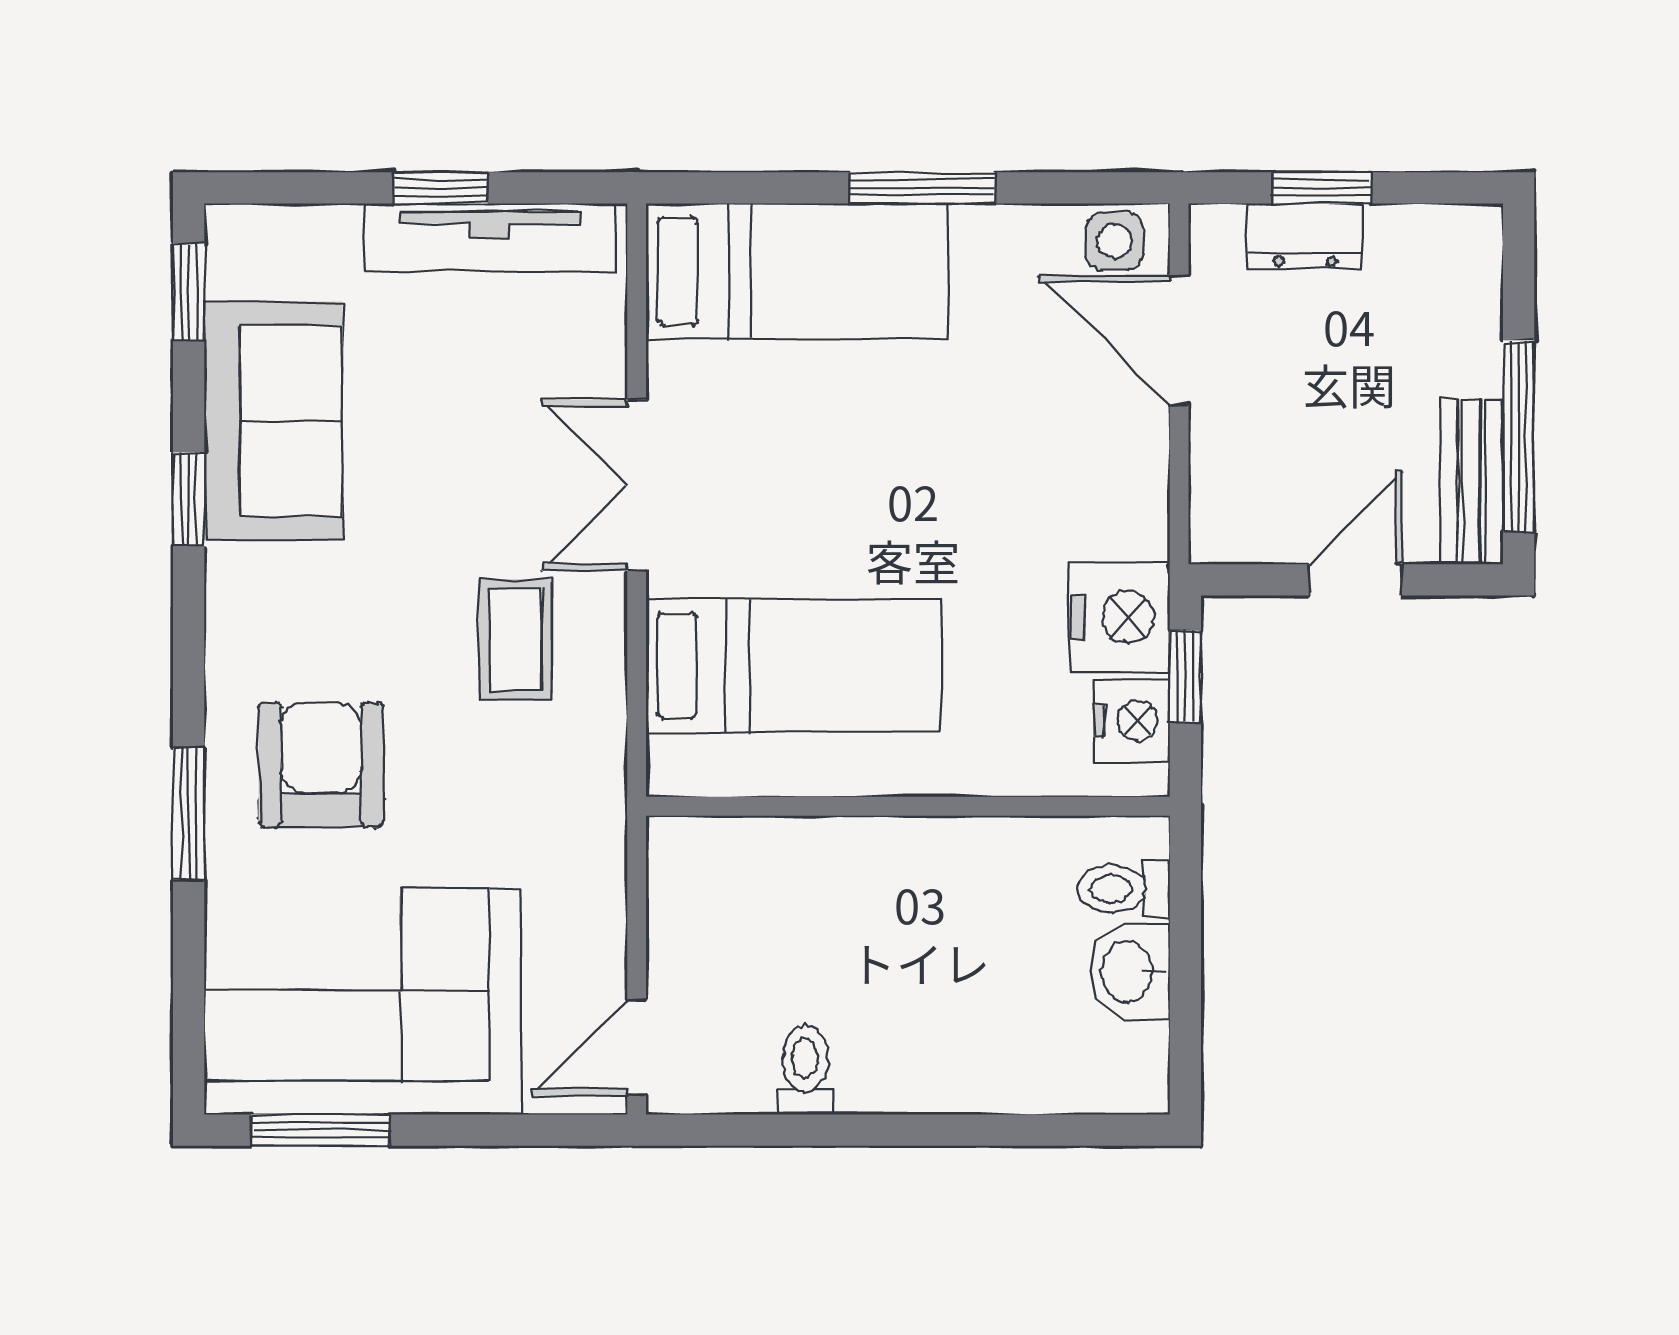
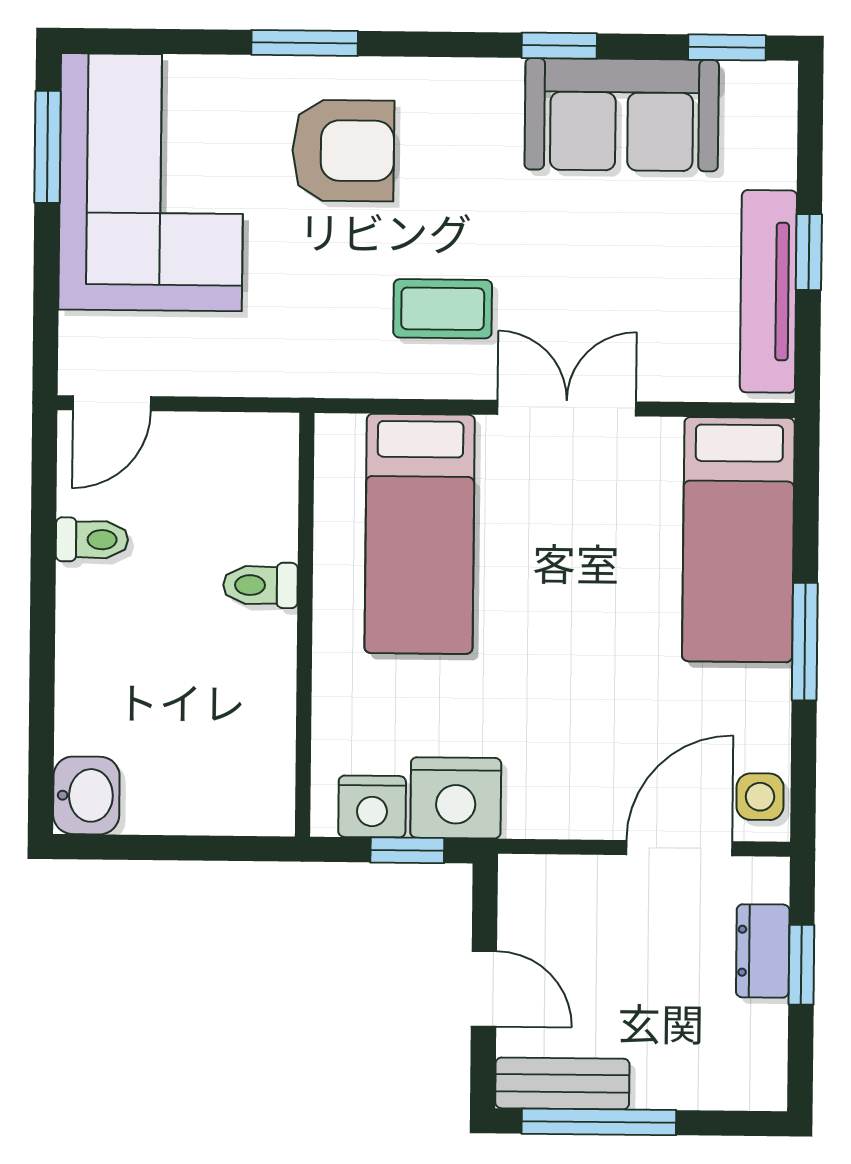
toilet: (1124, 889) -> (260, 585), moved, turned -90
washbasin: (1129, 971) -> (86, 795), moved, turned 90
door: (637, 1048) -> (112, 403), swing flipped

